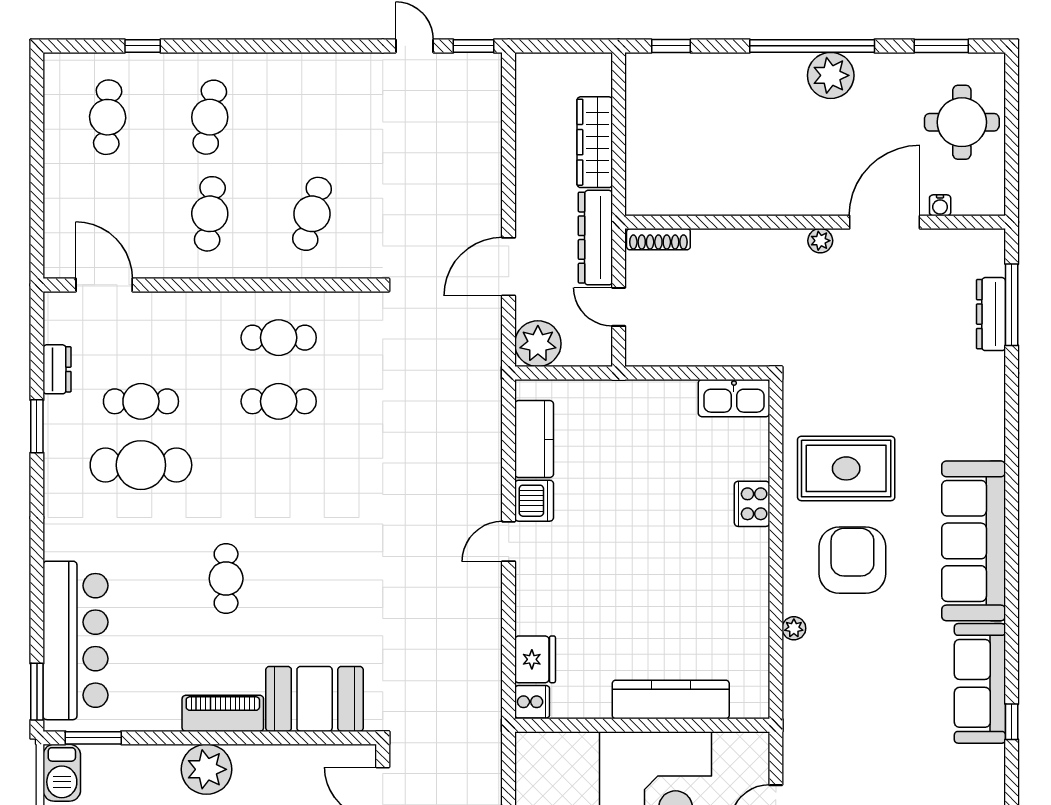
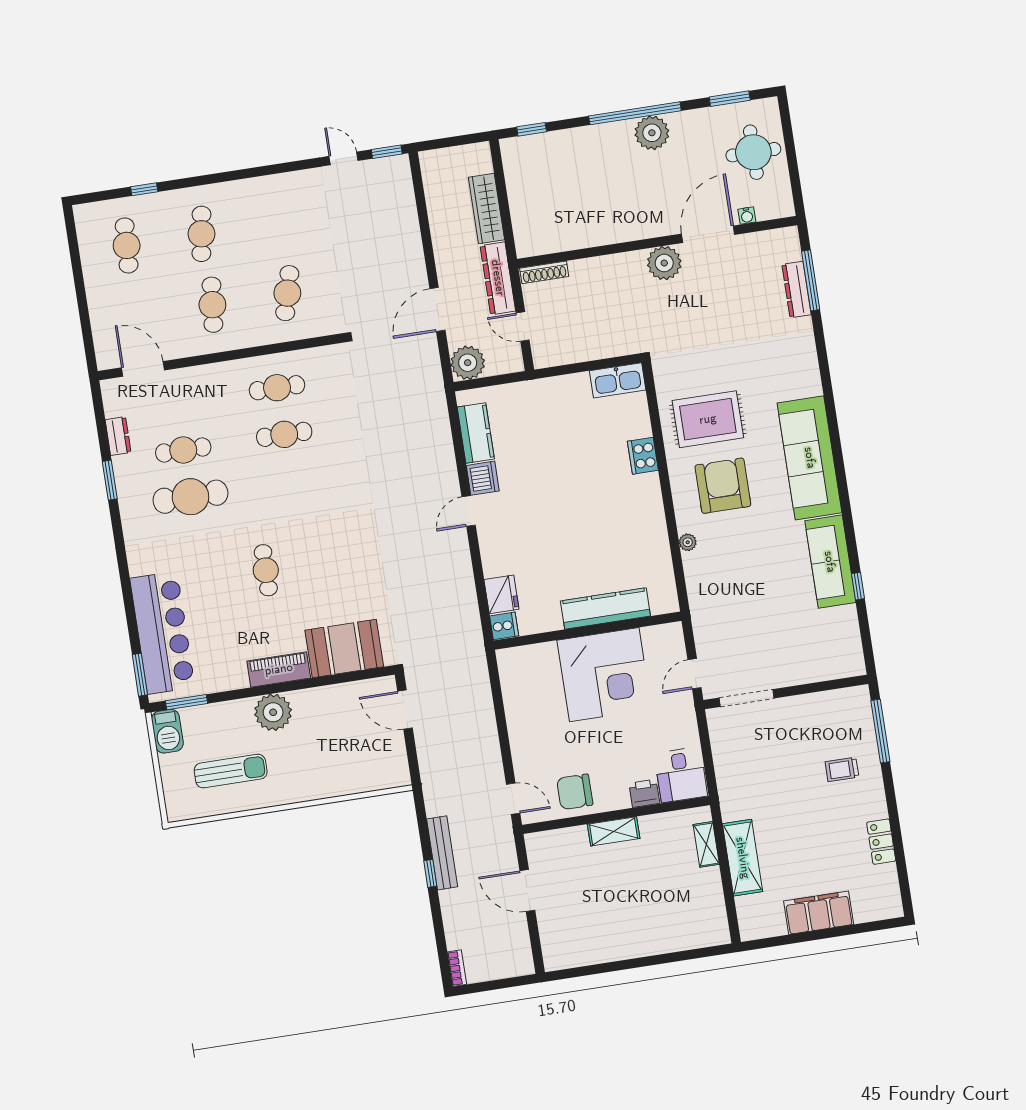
plant: (820, 241) -> (664, 263), width x1.88, depth x1.88

